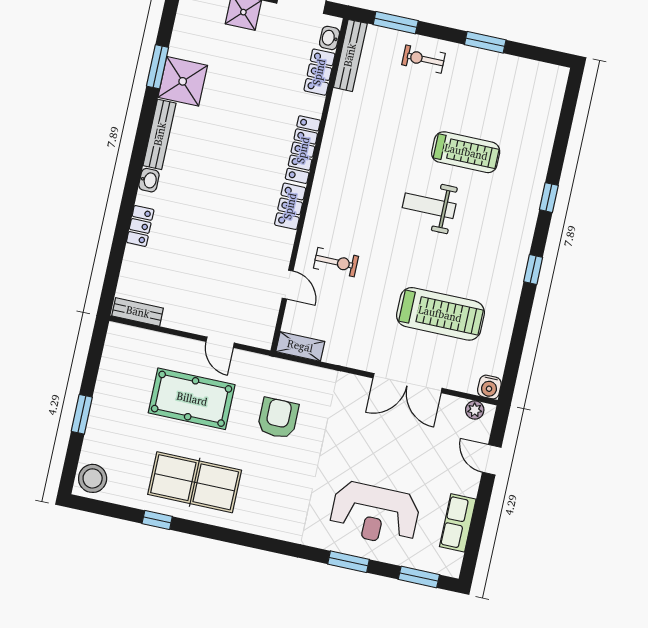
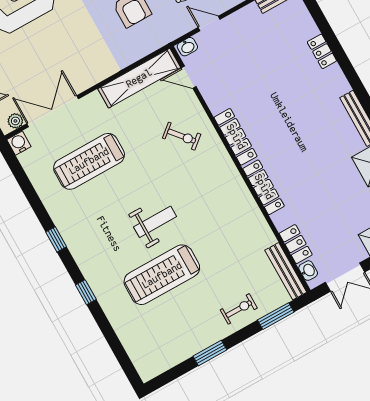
treadmill: (466, 152) -> (162, 275), width x1.37, depth x1.38
washbasin: (149, 180) -> (187, 47), moved, turned -90
locker: (290, 206) -> (236, 137), width x1.53
exercise bike: (336, 262) -> (182, 136), turned -130
door: (288, 285) -> (189, 77), moved
shelving: (300, 346) -> (139, 78), width x2.20, depth x1.33
double door: (408, 383) -> (53, 111), moved

